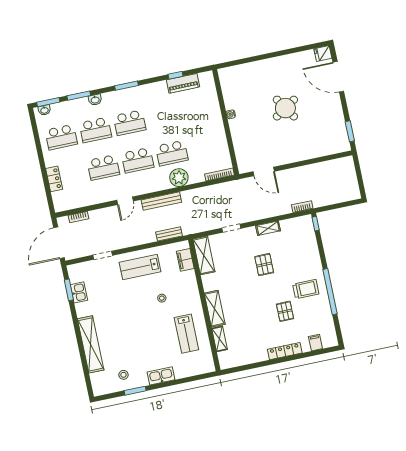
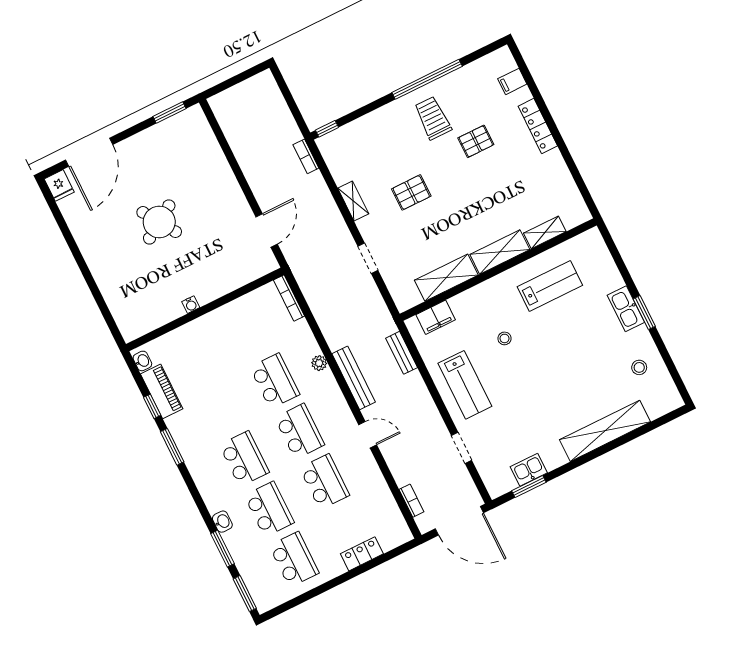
window: (127, 86) -> (172, 447), moved
washbasin: (44, 110) -> (142, 361), moved
plant: (179, 178) -> (319, 363), width x0.53, depth x0.53
shelving: (204, 255) -> (446, 278), moved
window: (135, 391) -> (644, 313), moved

